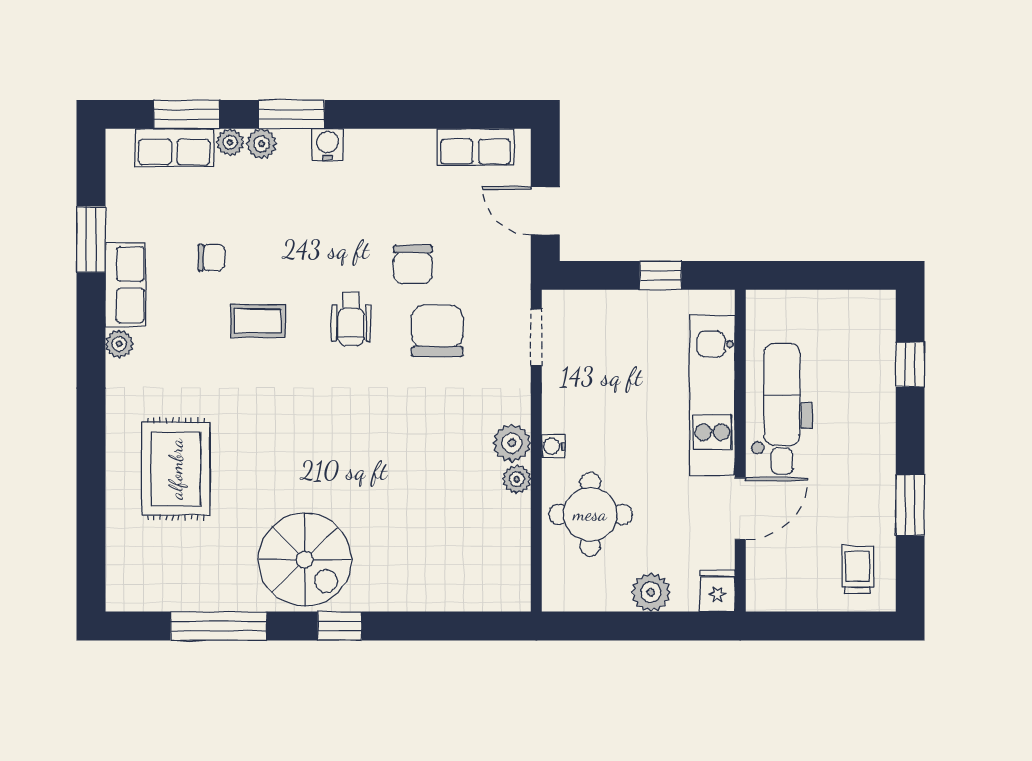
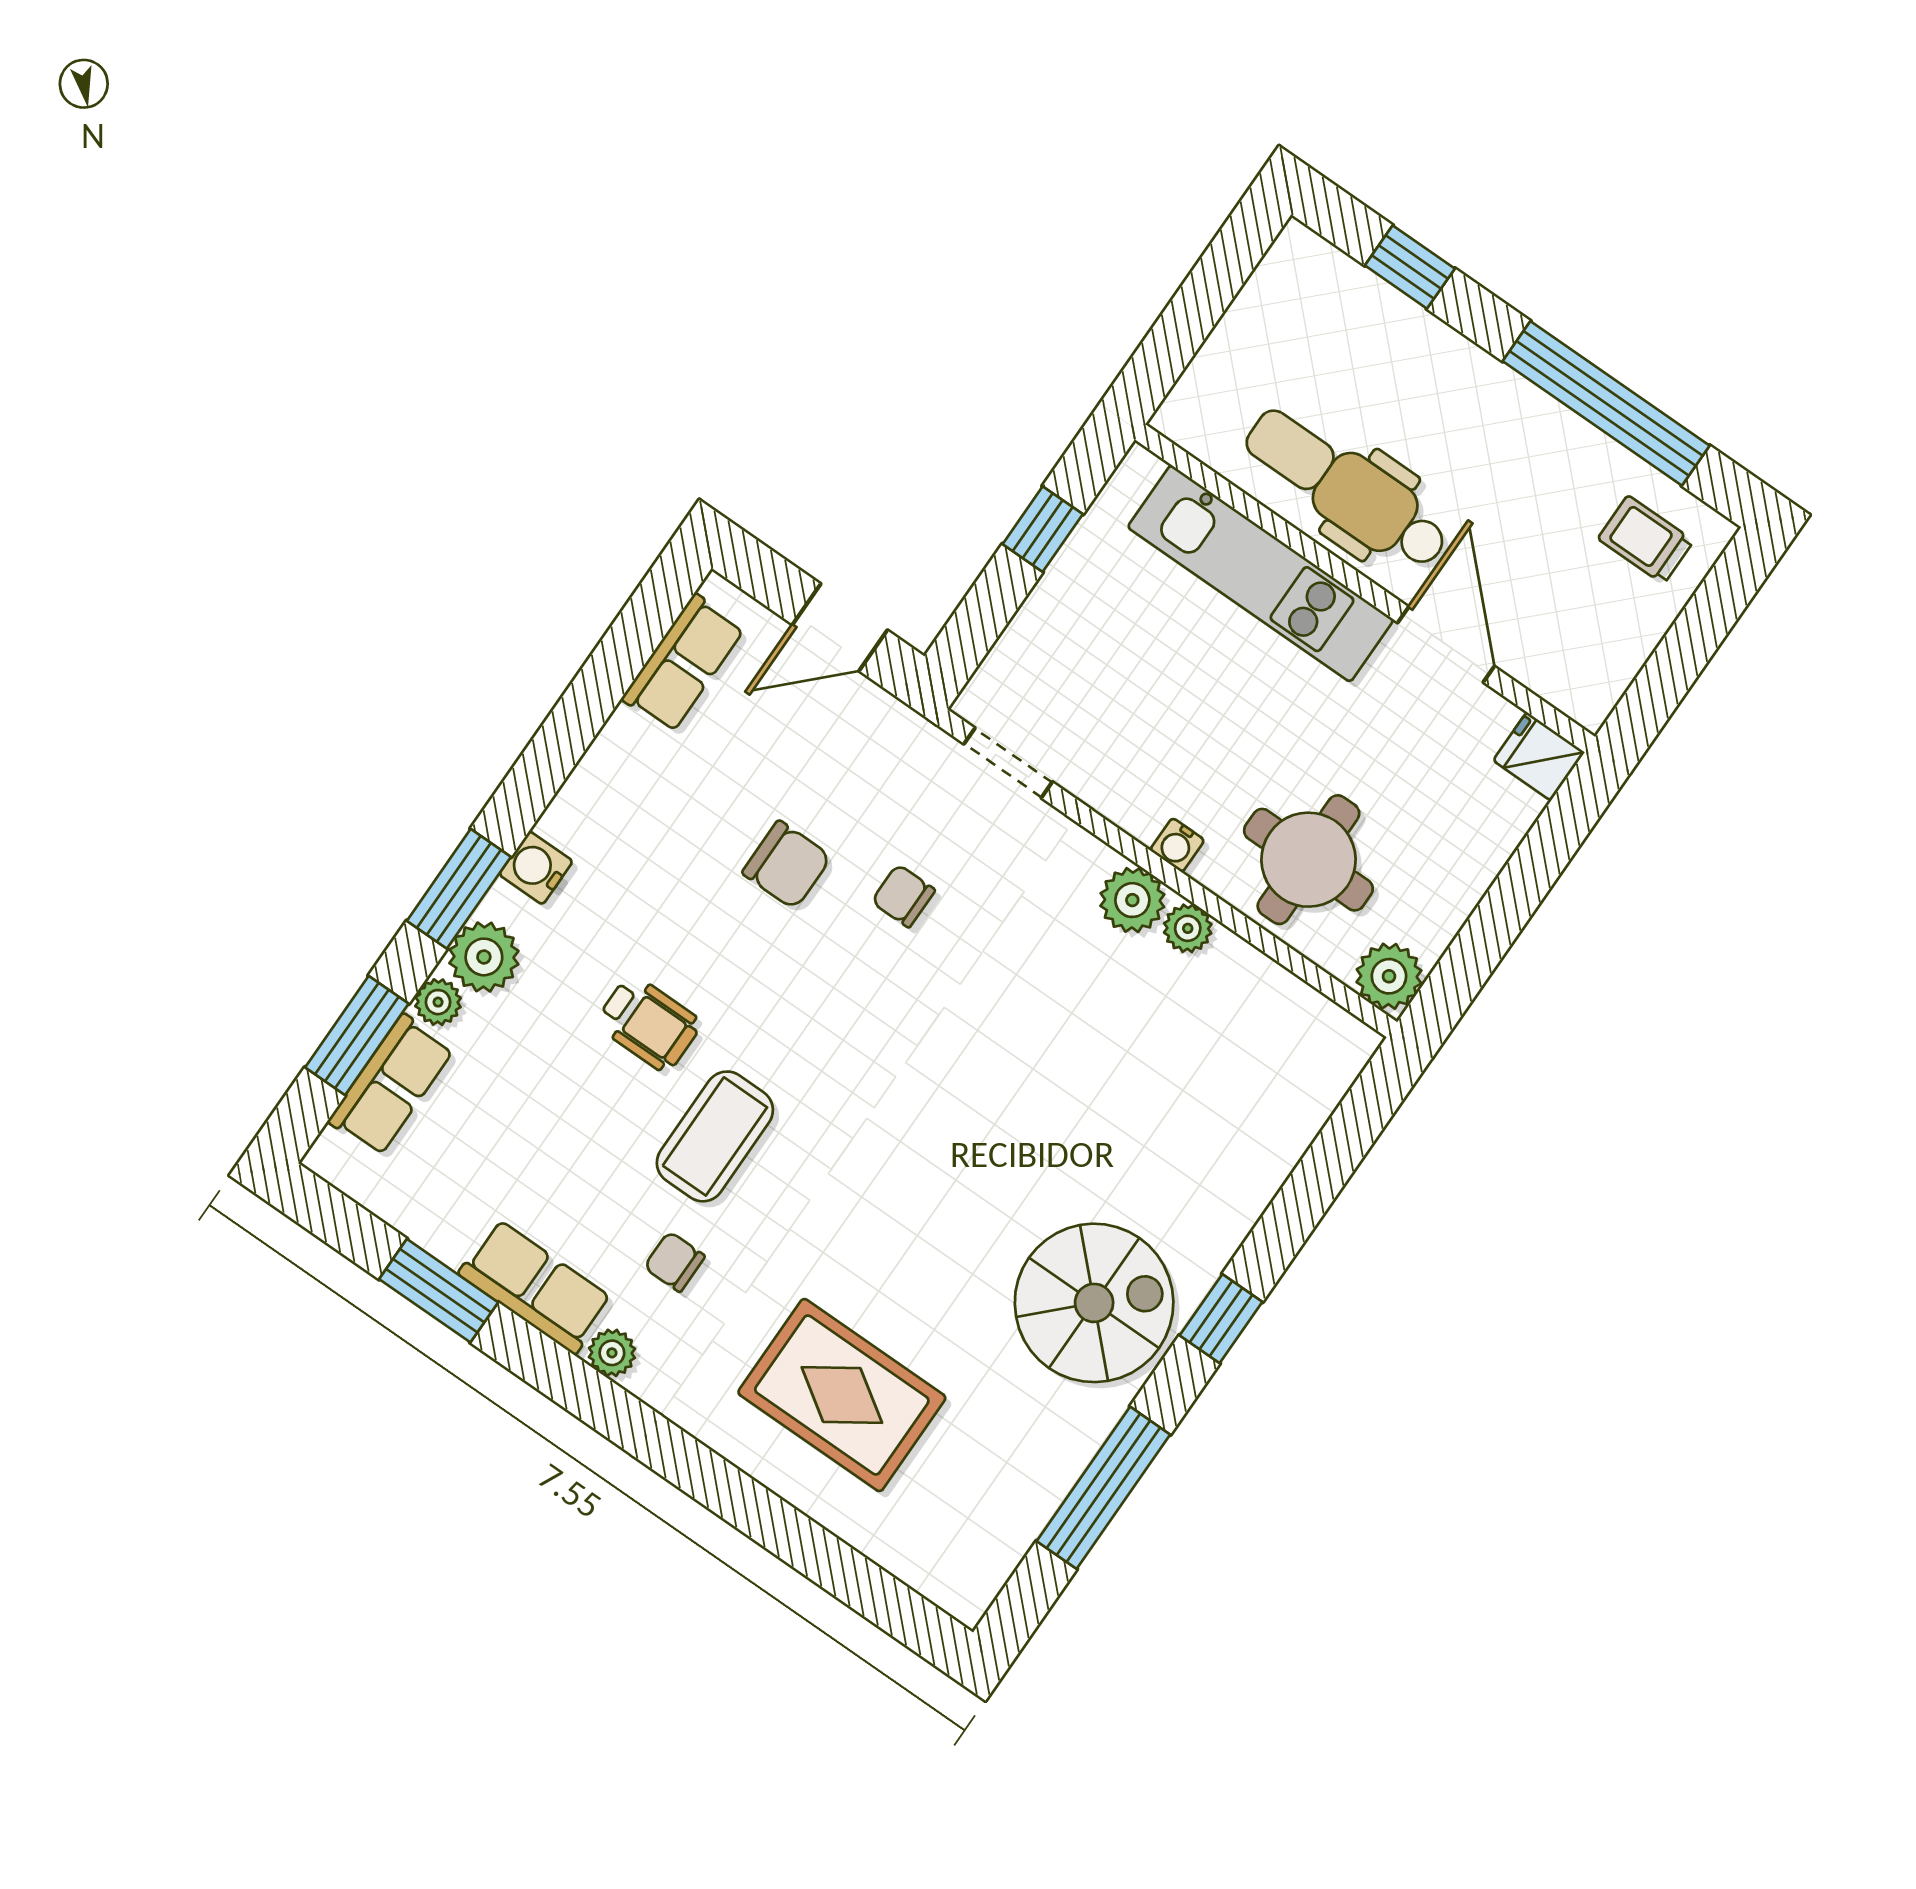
plant: (261, 144) -> (484, 957), width x1.38, depth x1.38
chair: (211, 258) -> (674, 1262), moved, turned -90
wheelchair: (351, 319) -> (648, 1023), moved
coffee table: (258, 321) -> (715, 1136), width x1.36, depth x1.30
chair: (437, 331) -> (903, 896), width x0.54, depth x0.54
window: (910, 505) -> (1606, 403), width x2.11
plant: (651, 592) -> (1389, 976), moved

